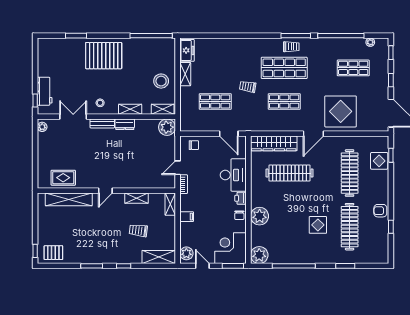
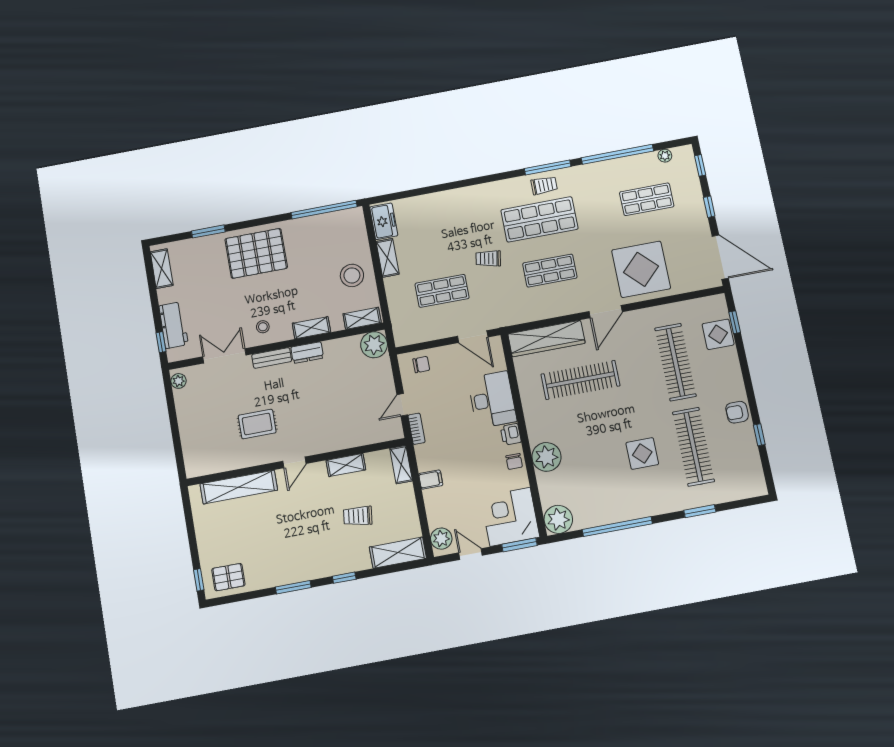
shelving: (43, 54) -> (162, 269), added
rug: (63, 178) -> (257, 424), moved

